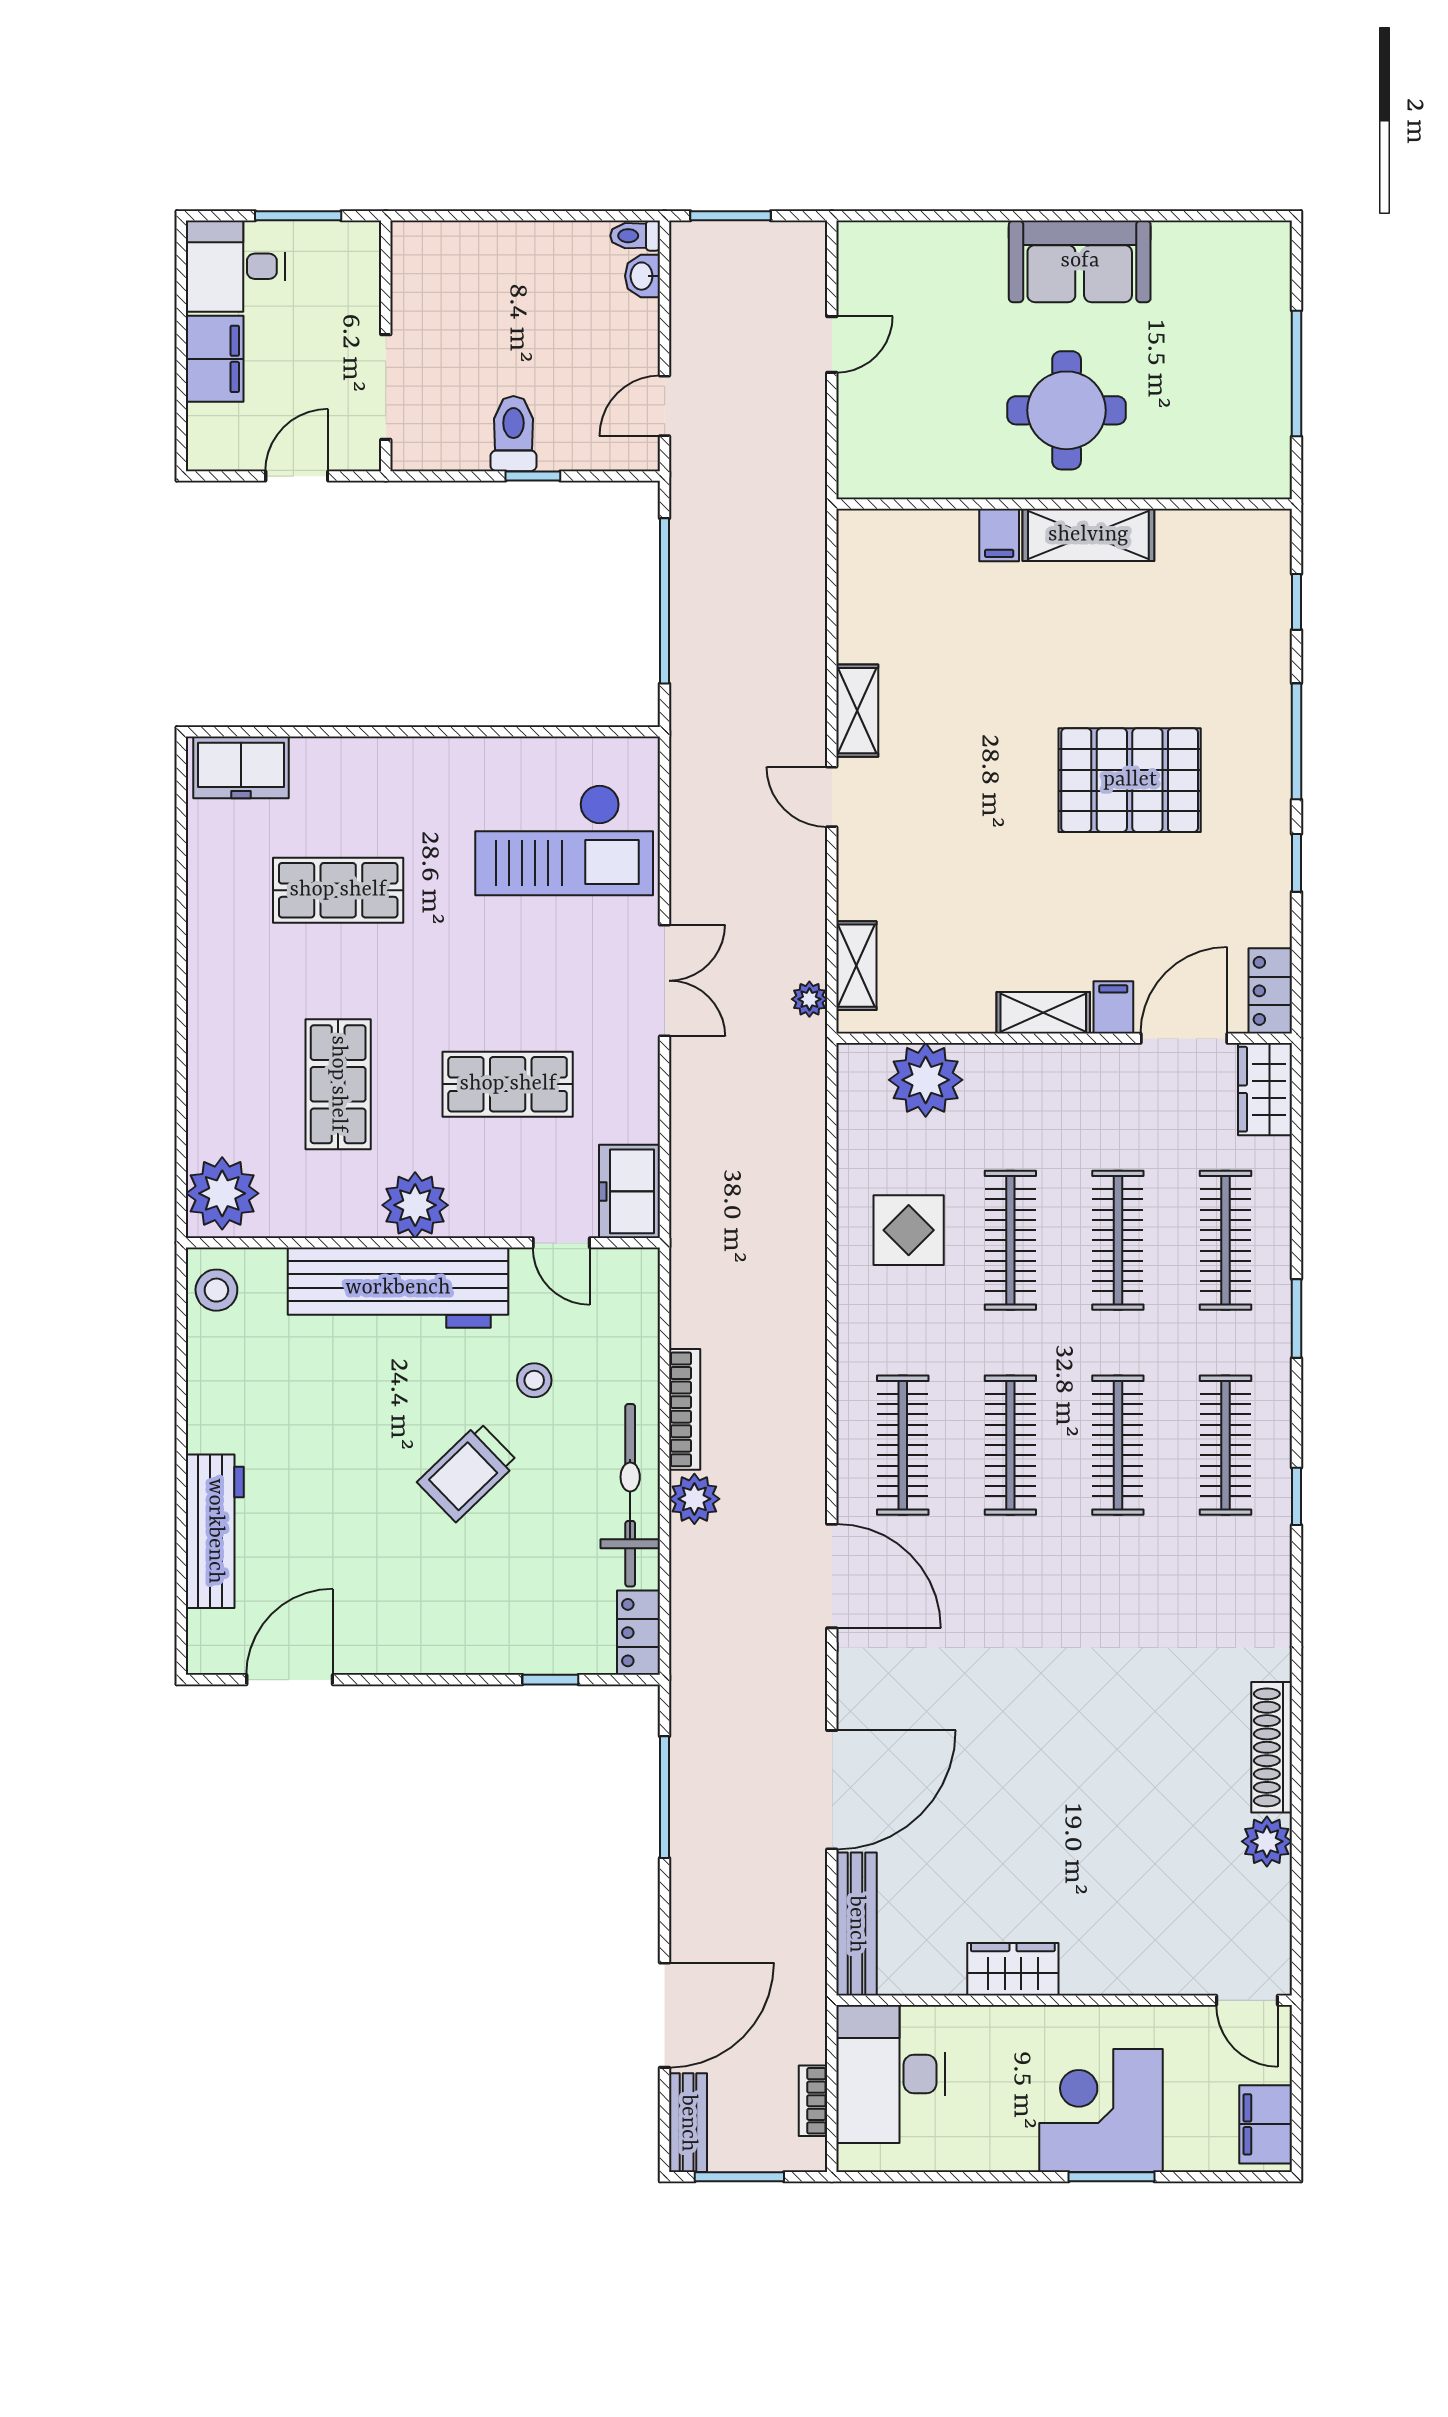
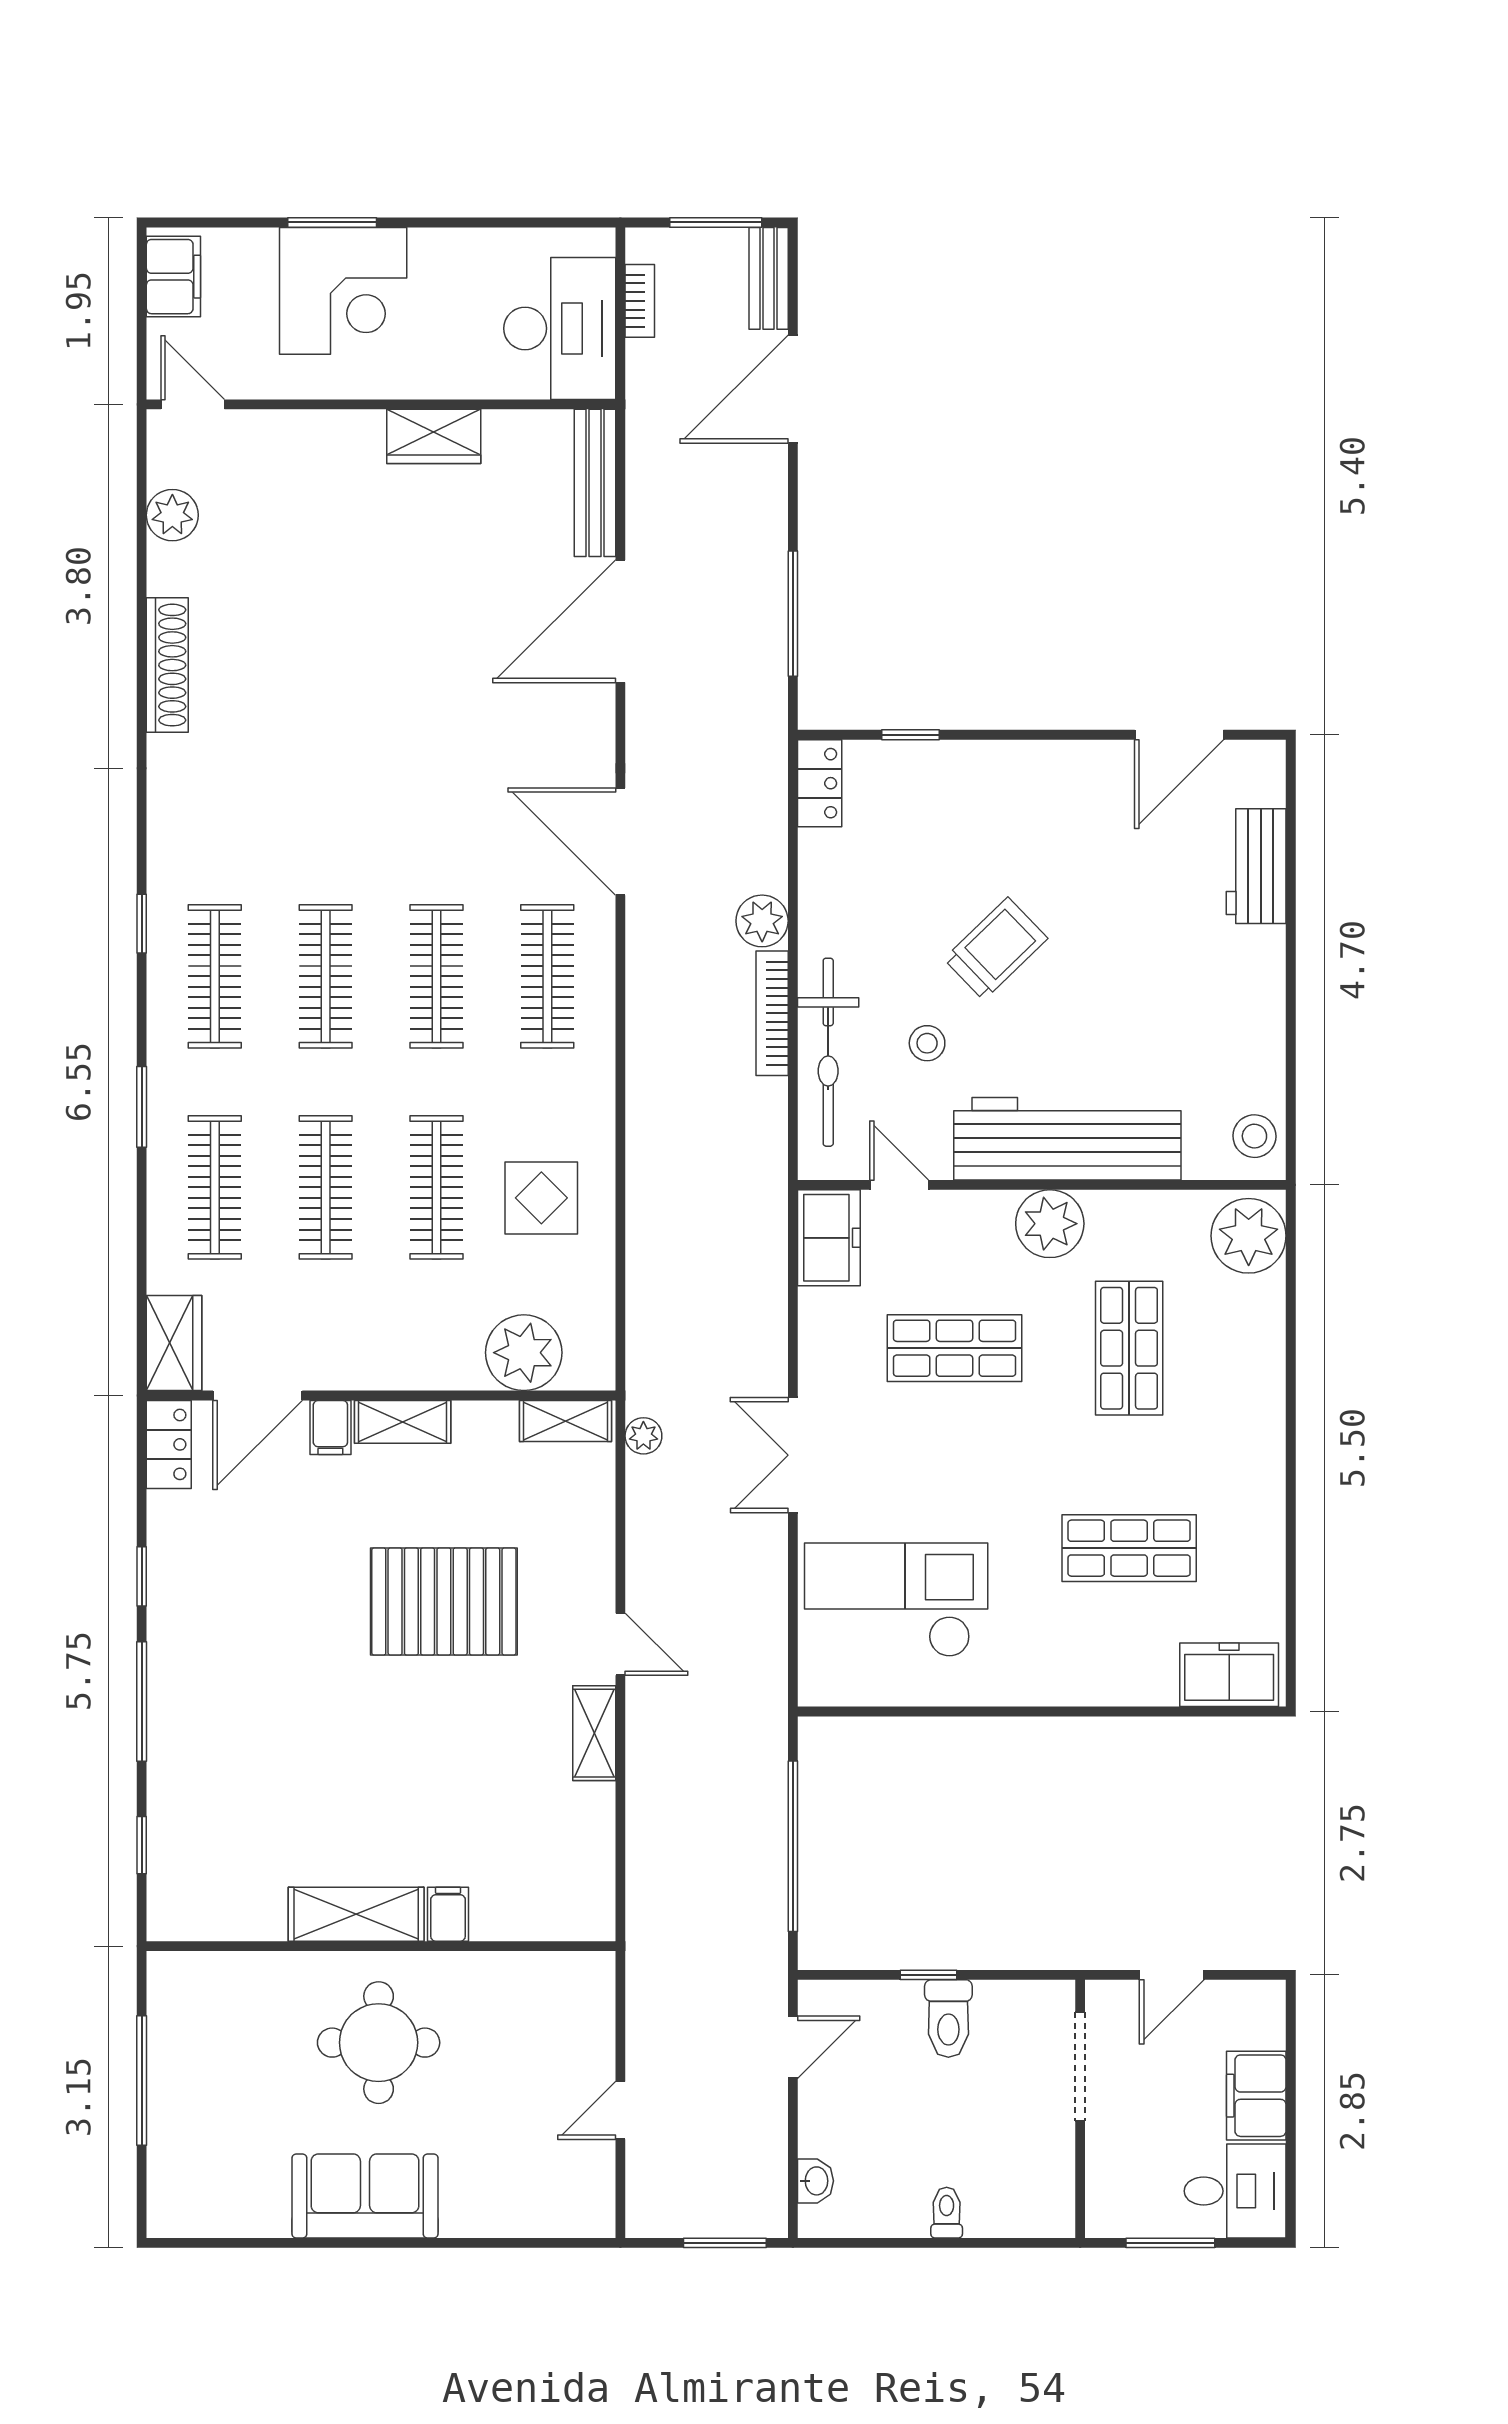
toilet: (635, 236) -> (947, 2213), moved, turned -90
pallet: (1130, 780) -> (444, 1601), moved
shelving: (856, 966) -> (566, 1421), moved, turned 90
bicycle: (630, 1495) -> (828, 1052), moved
workbench: (215, 1531) -> (1256, 866), width x0.73
plant: (1267, 1841) -> (172, 515), moved

